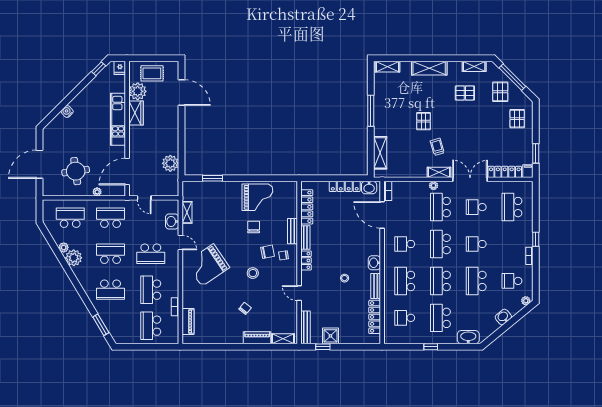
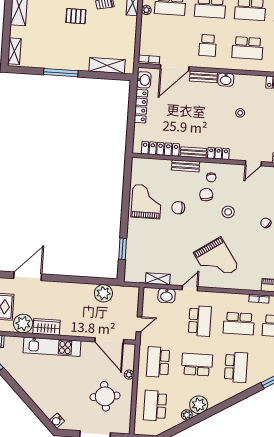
water cooler: (67, 112) -> (57, 421), moved
school desk: (110, 254) -> (197, 365), turned 90
bench: (376, 286) -> (203, 77), moved

